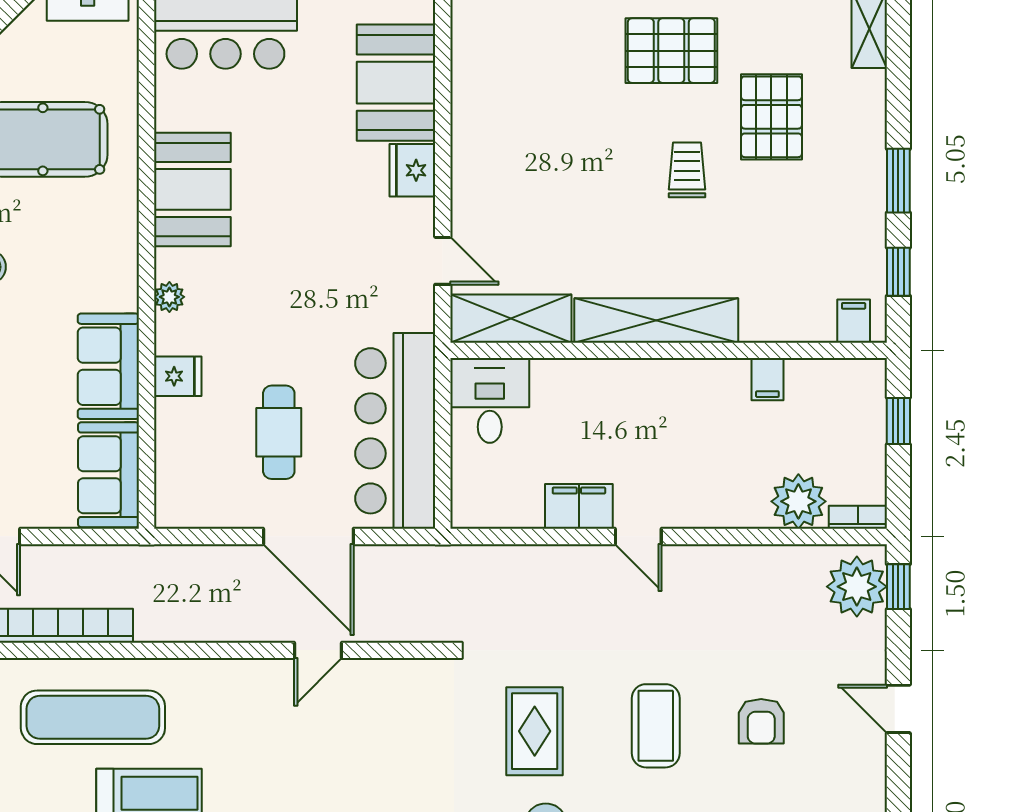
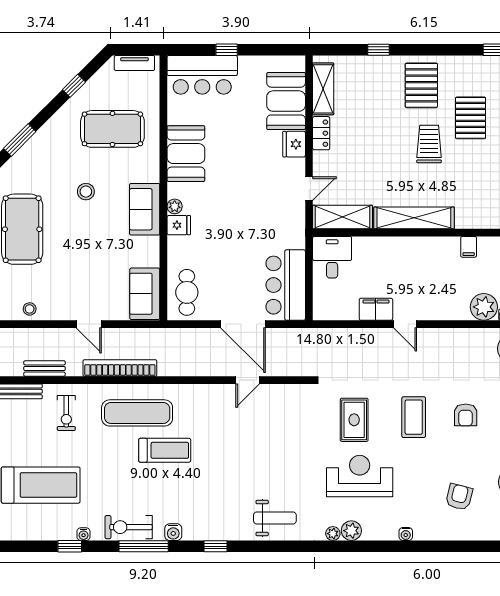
pallet: (671, 51) -> (421, 85), turned 90
shelving: (472, 58) -> (323, 89), added
locker: (467, 148) -> (321, 133), added
trolley: (687, 170) -> (429, 144), width x1.36, depth x1.39
door: (443, 261) -> (309, 189), hinge flipped
sofa: (108, 366) -> (145, 209), moved
fridge: (178, 376) -> (179, 225), moved
bar counter: (395, 431) -> (286, 285), width x0.73
cafe table: (279, 432) -> (187, 292), moved

